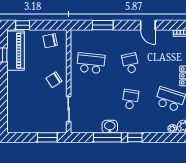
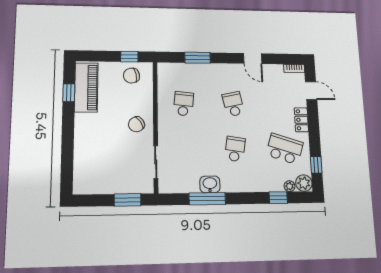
window: (23, 25) -> (129, 57), moved
school desk: (91, 63) -> (184, 104), width x0.54
window: (135, 137) -> (278, 198), moved

